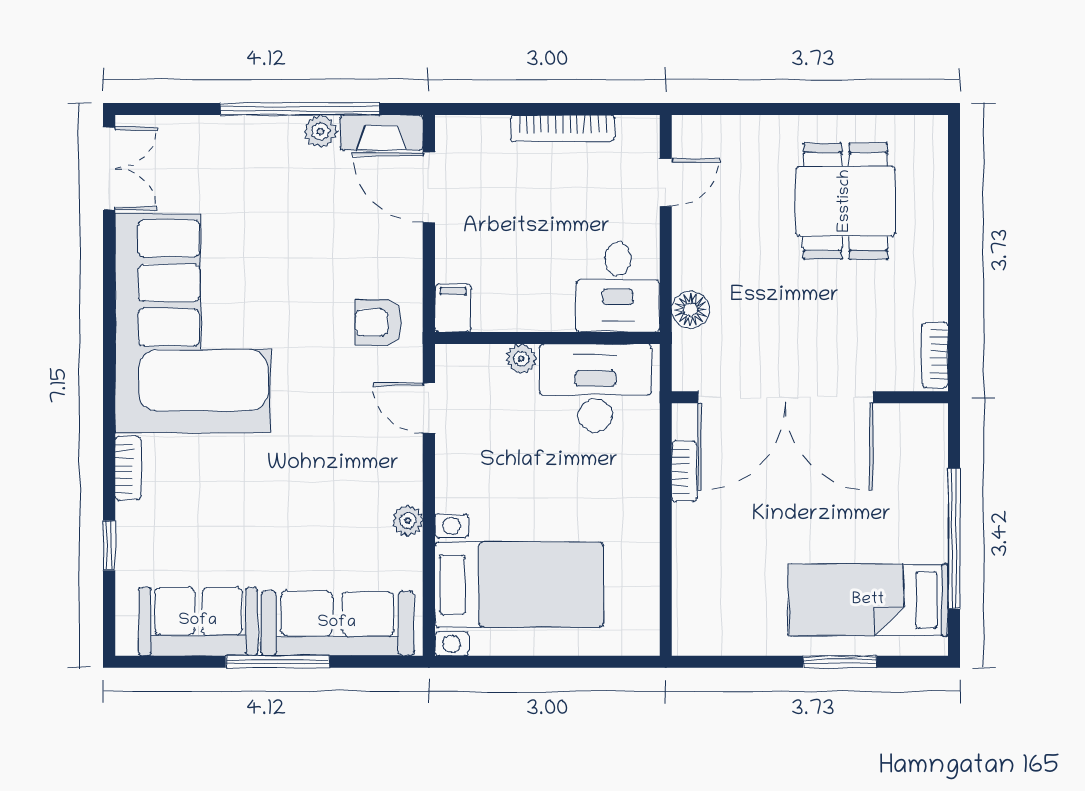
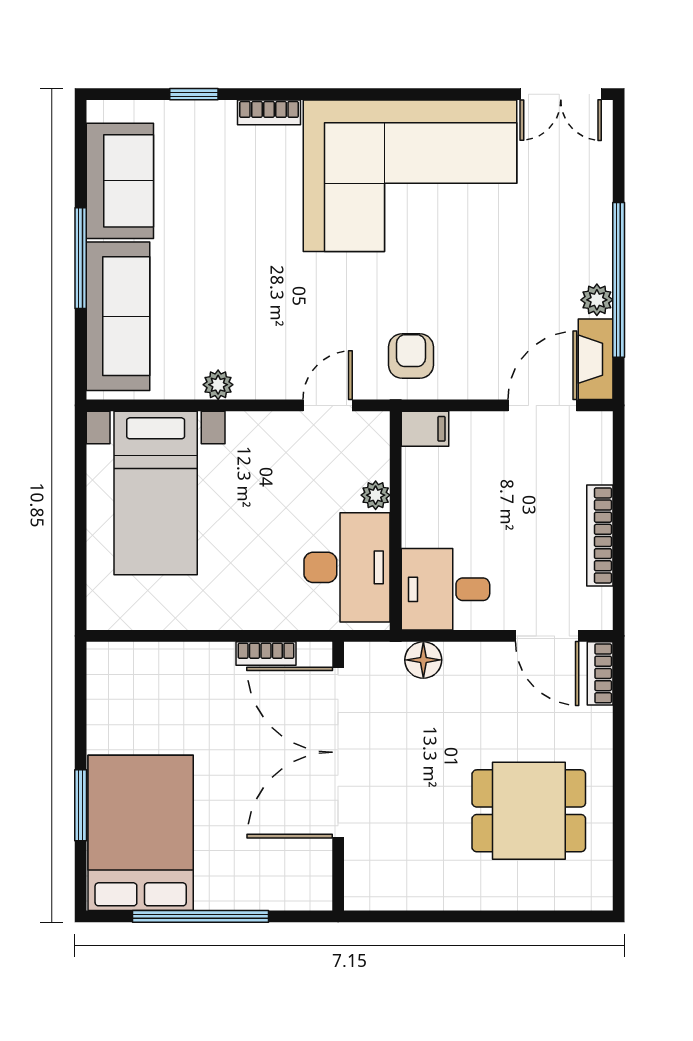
door: (666, 182) -> (547, 636), width x1.38
bookcase: (935, 355) -> (600, 673), moved, turned -90
bed: (868, 600) -> (141, 833), width x1.50

